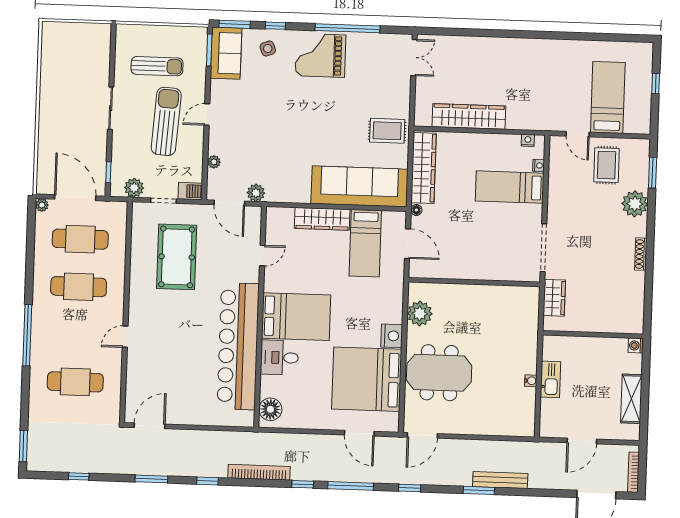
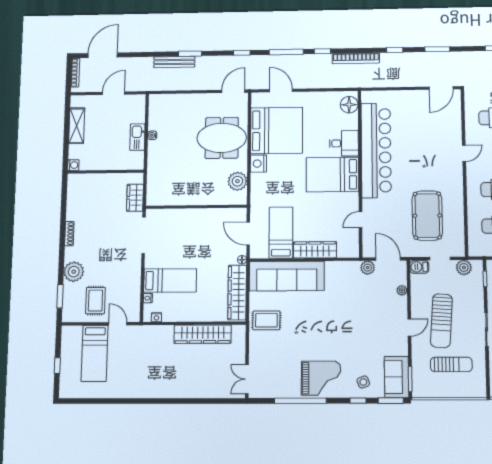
sun lounger: (157, 66) -> (451, 364), turned 180

